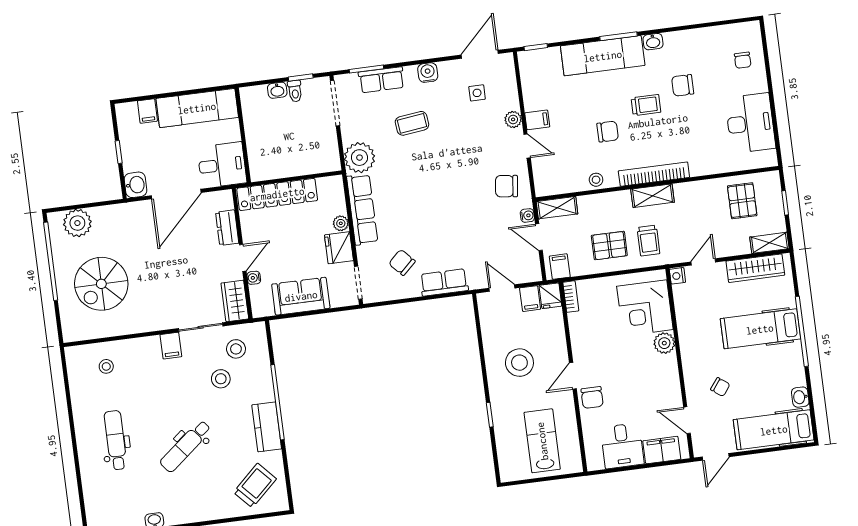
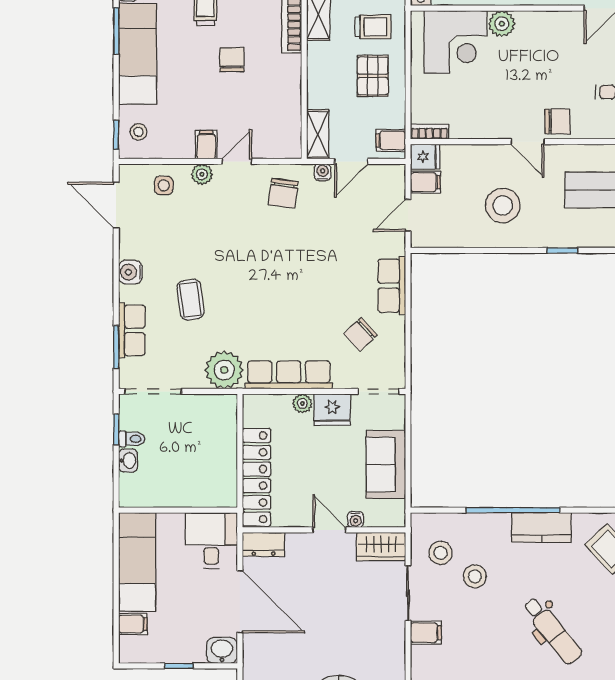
side table: (477, 93) -> (164, 185), moved
stool: (596, 180) -> (139, 132), moved
dresser: (227, 228) -> (263, 544), moved

